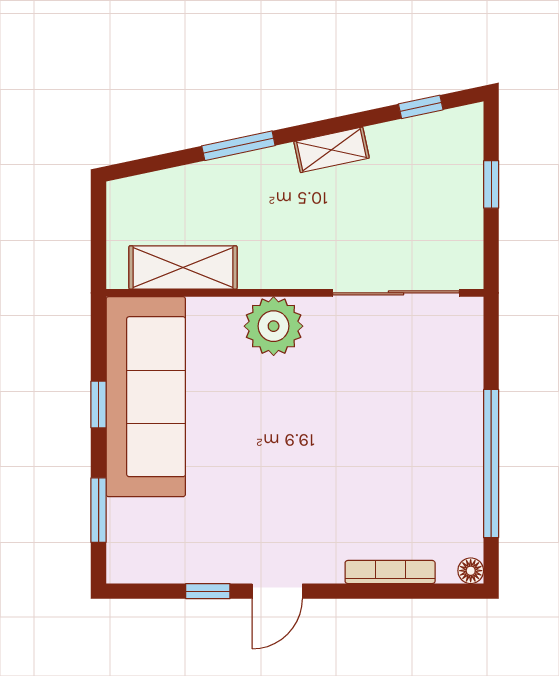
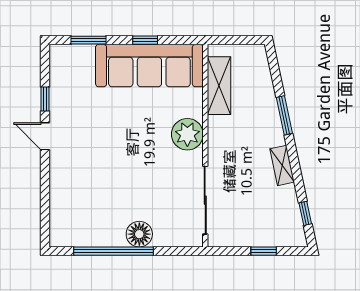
floor lamp: (471, 571) -> (139, 234), moved, width x1.89, depth x1.89
bookcase: (390, 572) -> (55, 197), removed

